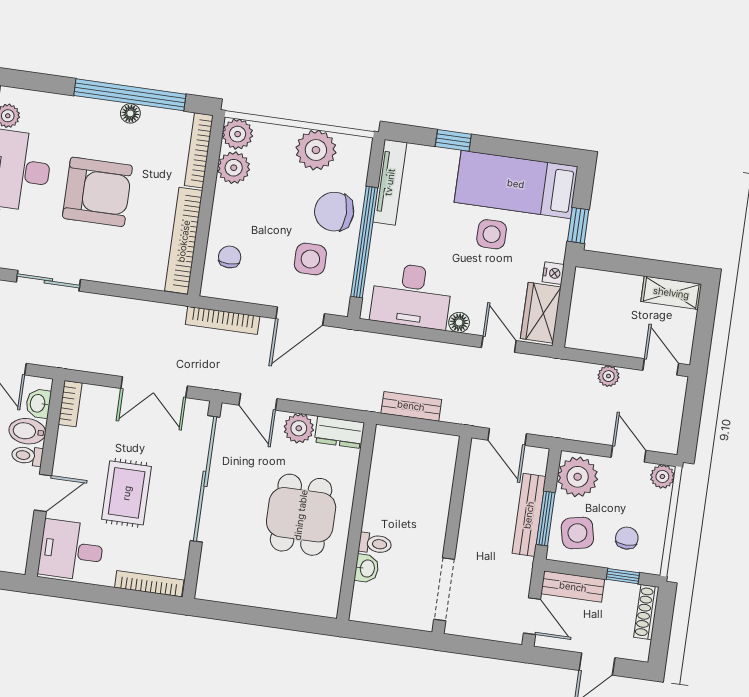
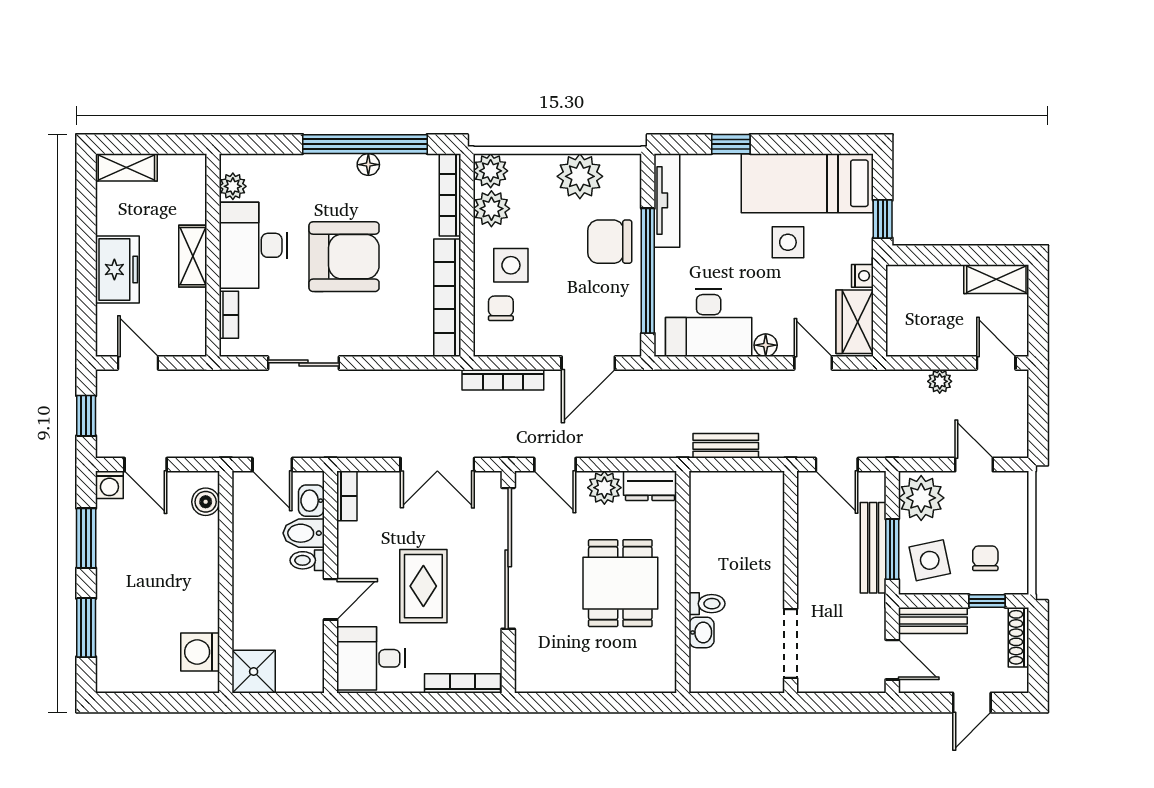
side table: (310, 259) -> (511, 265), moved
plant: (662, 476) -> (1015, 484), removed

